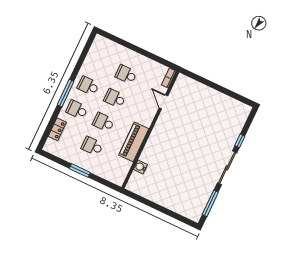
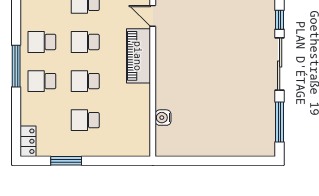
locker: (57, 129) -> (28, 141), moved
piano: (134, 142) -> (138, 56), moved
window: (80, 171) -> (66, 161), moved

